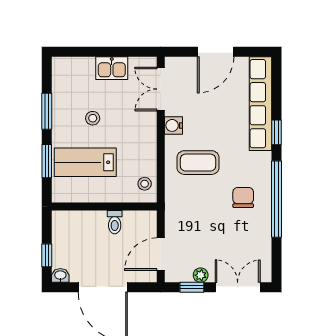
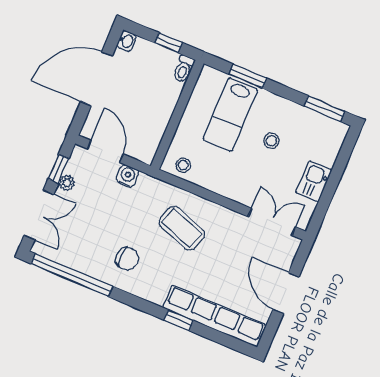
window: (47, 111) -> (324, 109), moved
water cooler: (173, 125) -> (127, 176), moved
lab bench: (85, 162) -> (230, 115), turned 180
coffee table: (198, 163) -> (182, 228), turned -71
window: (276, 199) -> (72, 275), moved
toilet: (115, 222) -> (184, 69), moved, turned -90
window: (47, 255) -> (169, 43), moved

